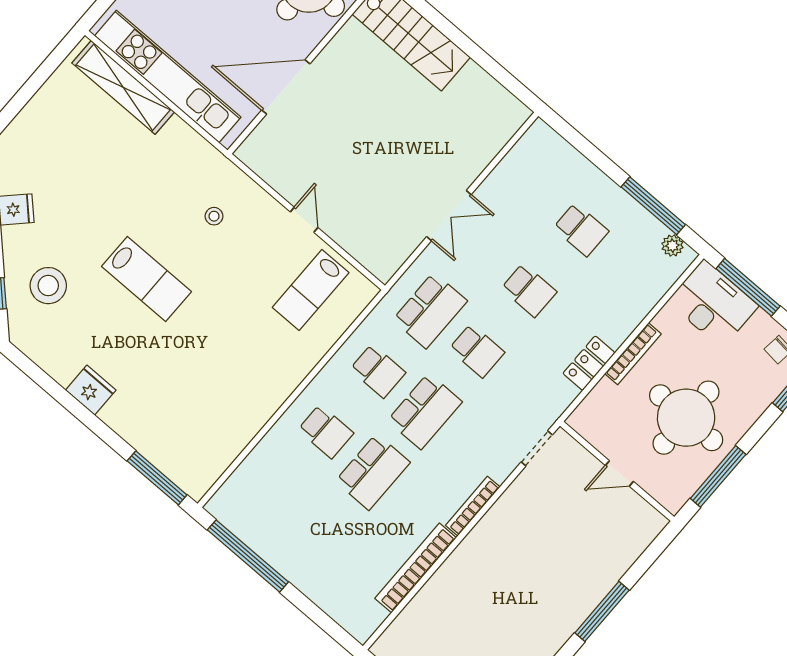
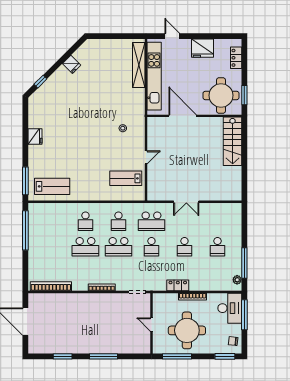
lab bench: (146, 279) -> (52, 186), moved, turned -90
stool: (48, 286) -> (56, 95), removed
bookcase: (416, 568) -> (51, 286), moved

